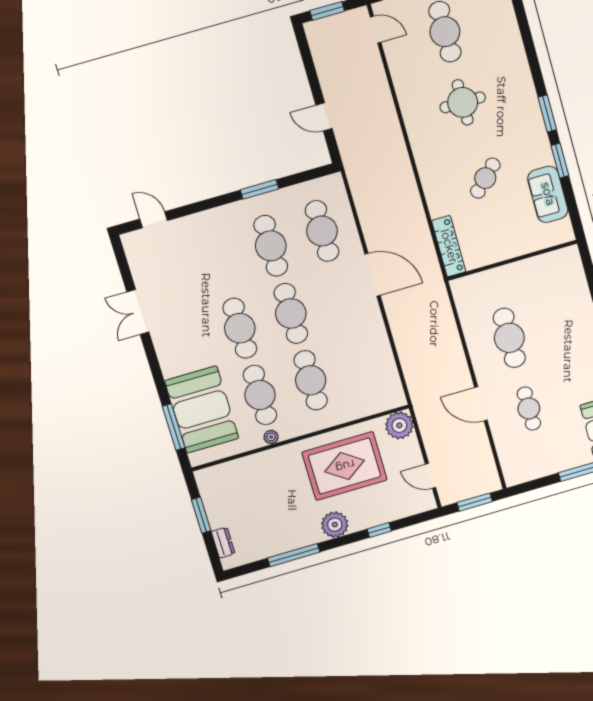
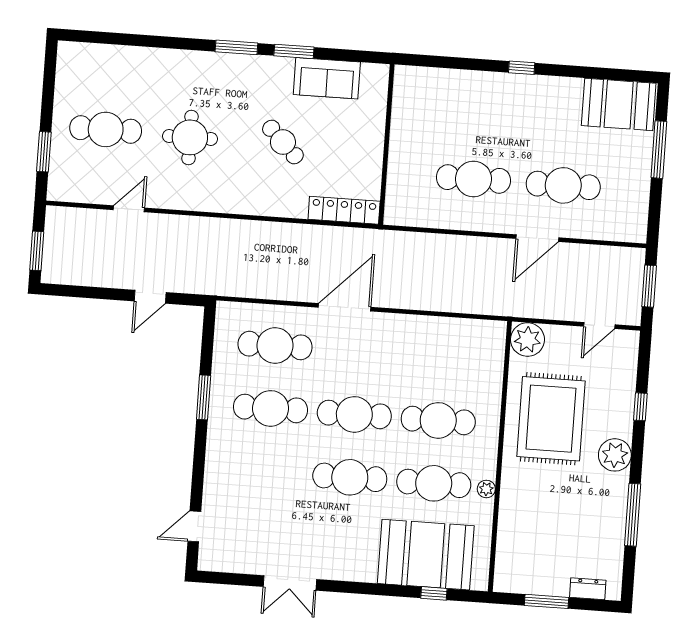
door: (376, 30) -> (129, 209), moved
cafe table: (529, 408) -> (563, 185), width x1.37, depth x1.35
window: (174, 427) -> (434, 593), width x0.46

